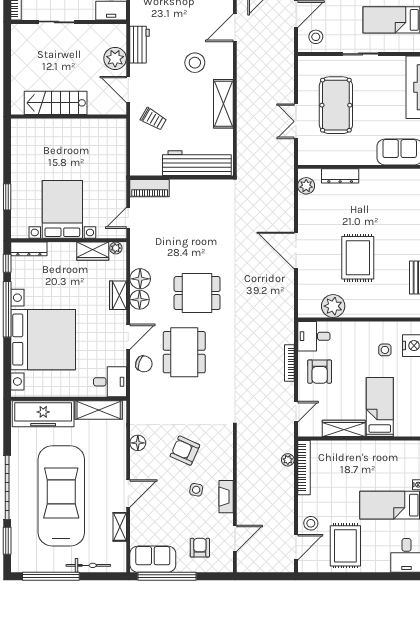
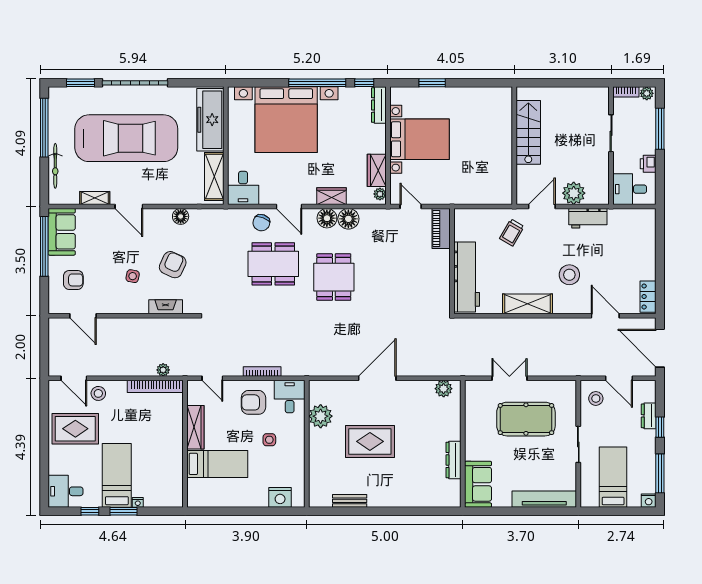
dresser: (340, 176) -> (454, 460), moved
side table: (385, 350) -> (269, 440), moved
fireplace: (226, 497) -> (166, 307), moved

